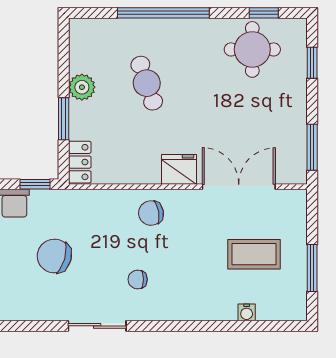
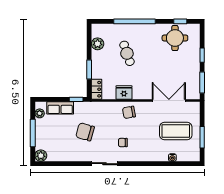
window: (312, 63) -> (202, 55), moved
plant: (82, 87) -> (98, 44), moved
fridge: (179, 169) -> (124, 92), moved
coffee table: (254, 254) -> (176, 131), width x1.36, depth x1.32

